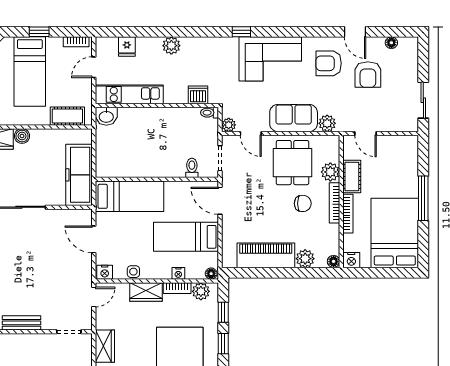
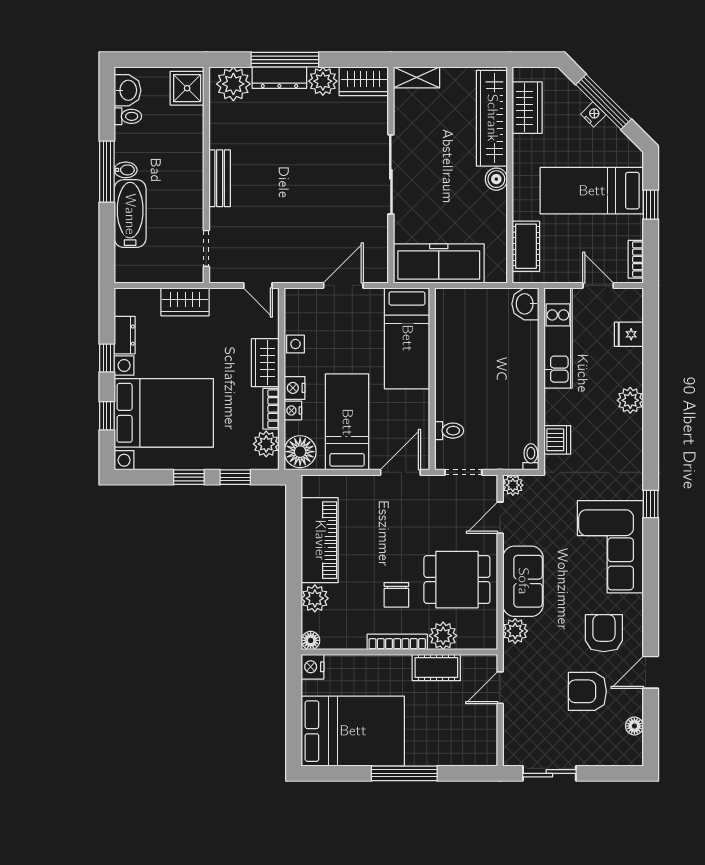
bookcase: (348, 214) -> (381, 662), removed
nightstand: (105, 272) -> (295, 388), moved
floor lamp: (211, 274) -> (300, 452), width x1.89, depth x1.89

